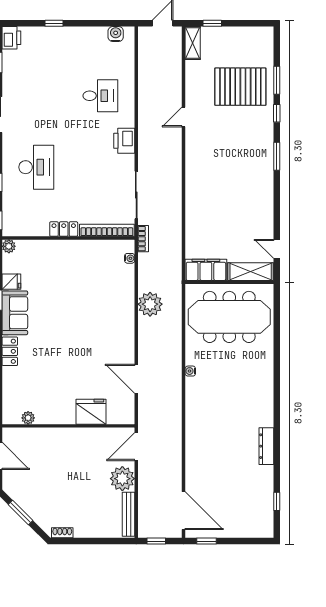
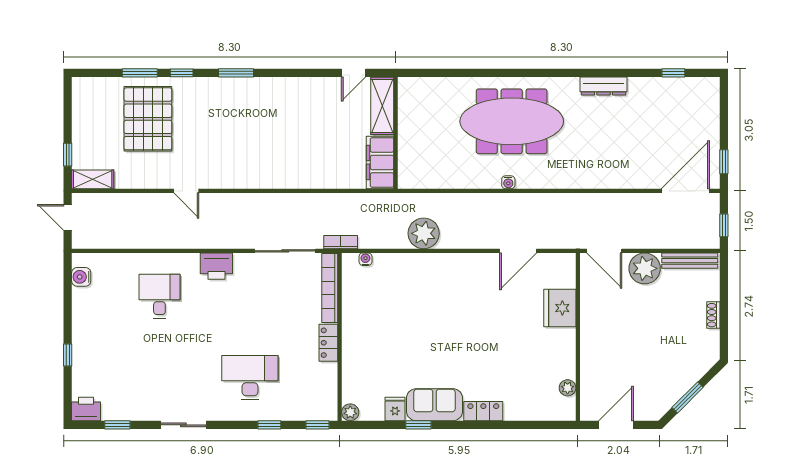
meeting table: (229, 317) -> (512, 121), moved, turned 90
shoe rack: (62, 533) -> (713, 315), moved

